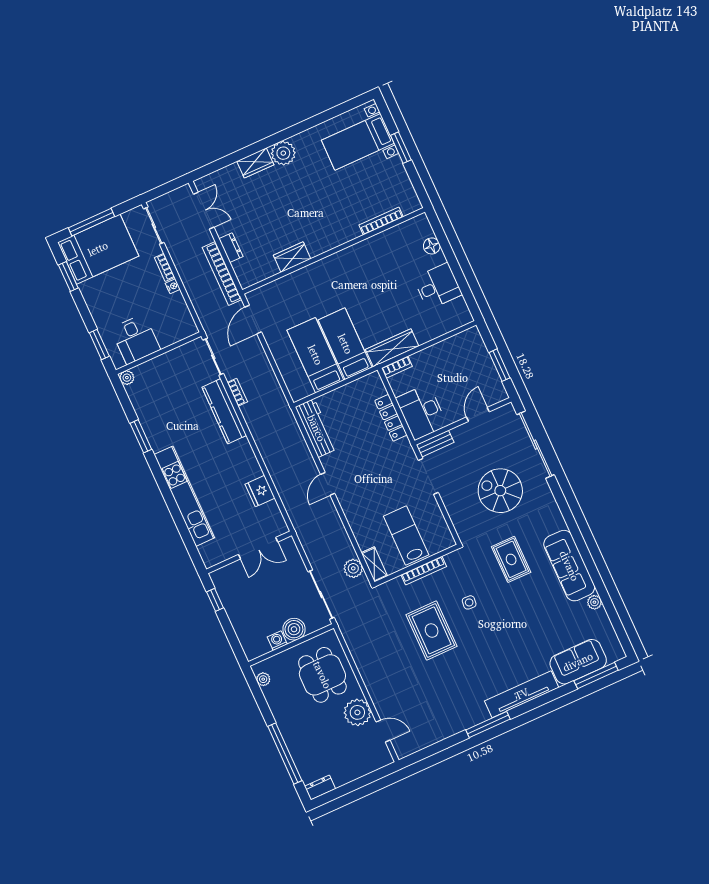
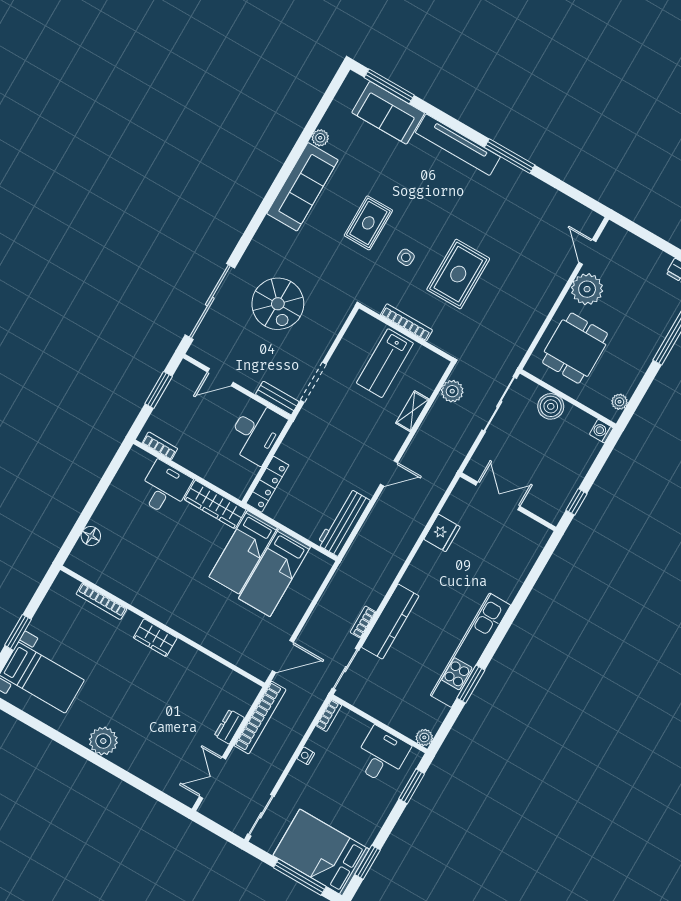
wardrobe: (255, 163) -> (132, 761), removed
wardrobe: (292, 257) -> (155, 638), moved
bookcase: (165, 267) -> (329, 715), moved
desk: (438, 286) -> (164, 488), moved, turned 90
bookcase: (397, 367) -> (160, 446), moved
locker: (391, 418) -> (267, 484), moved
kitchen unit: (184, 496) -> (470, 650), moved
rug: (511, 559) -> (368, 223), moved
shelving: (374, 564) -> (412, 411), moved
washing machine: (277, 641) -> (601, 431), moved, turned 90

